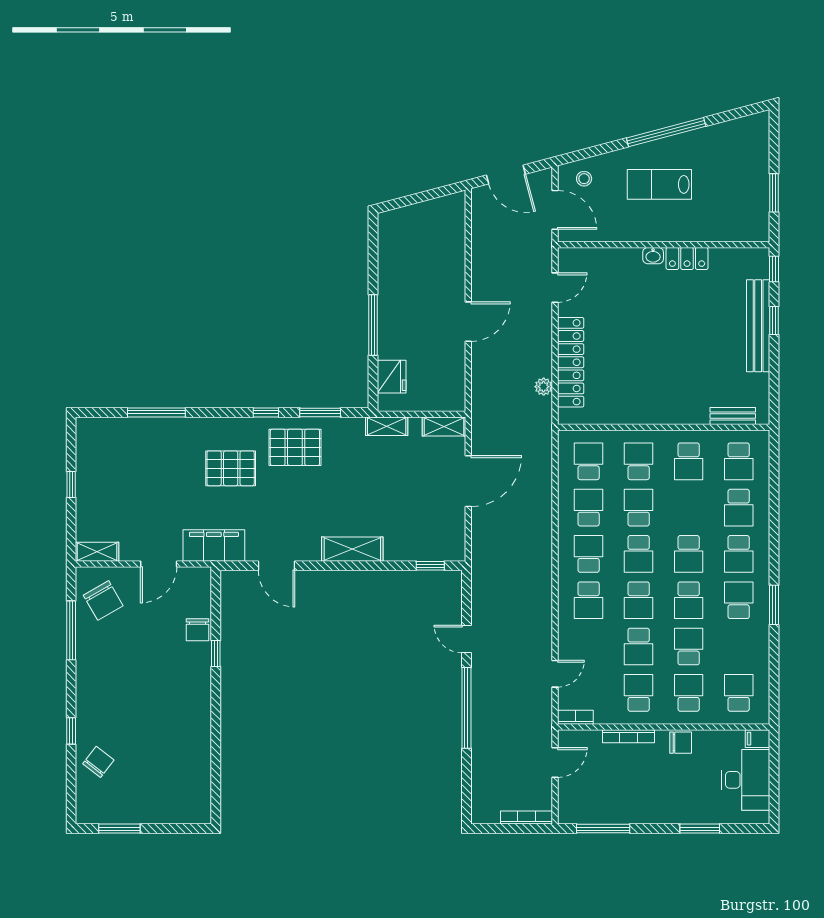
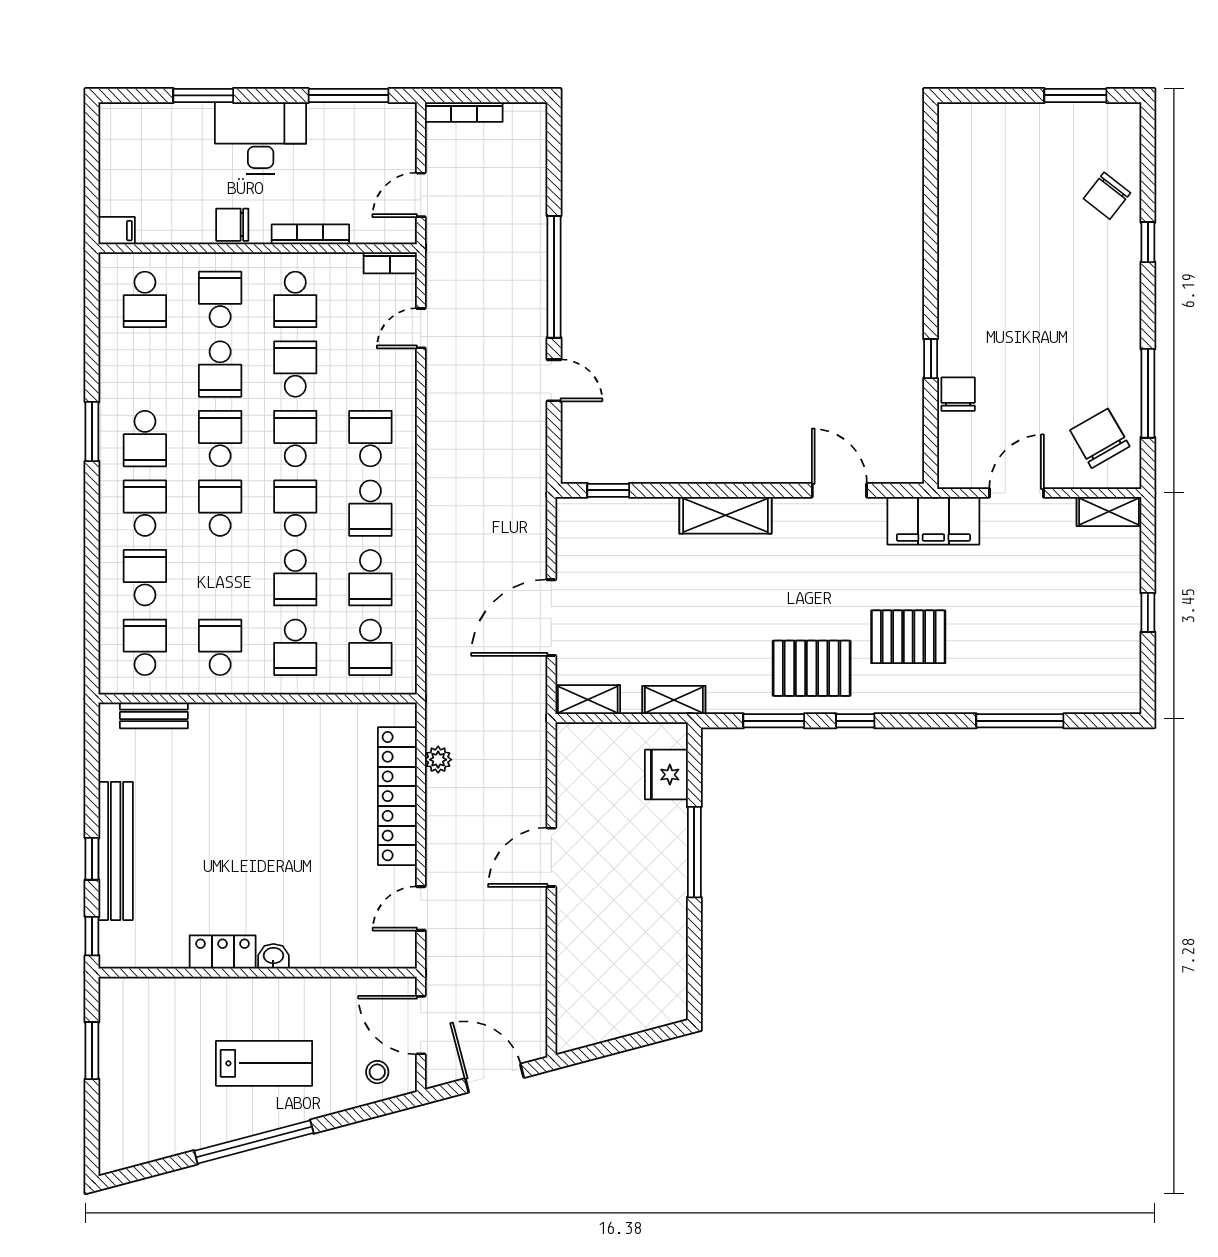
school desk: (689, 693) -> (220, 299), turned 180
desk: (746, 780) -> (261, 138), moved, turned 90

